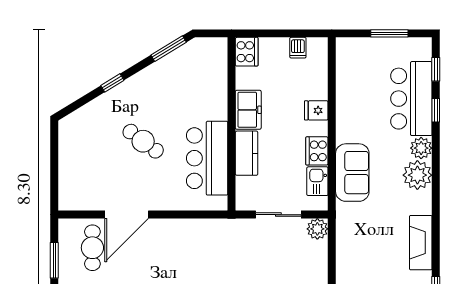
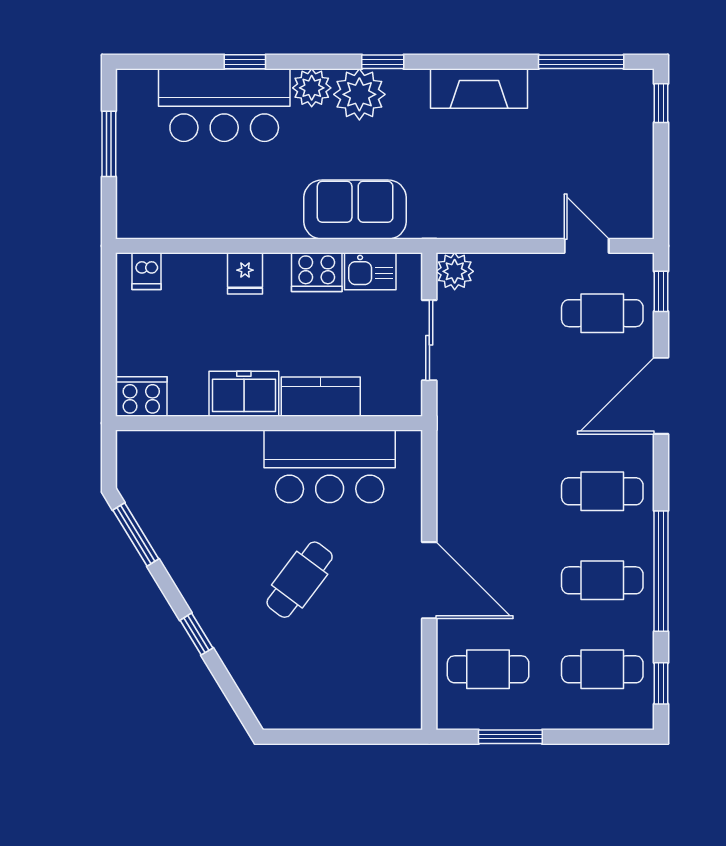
dishwasher: (298, 48) -> (146, 271), moved, turned 90
window: (436, 69) -> (383, 62), moved
door: (127, 215) -> (429, 580), moved

